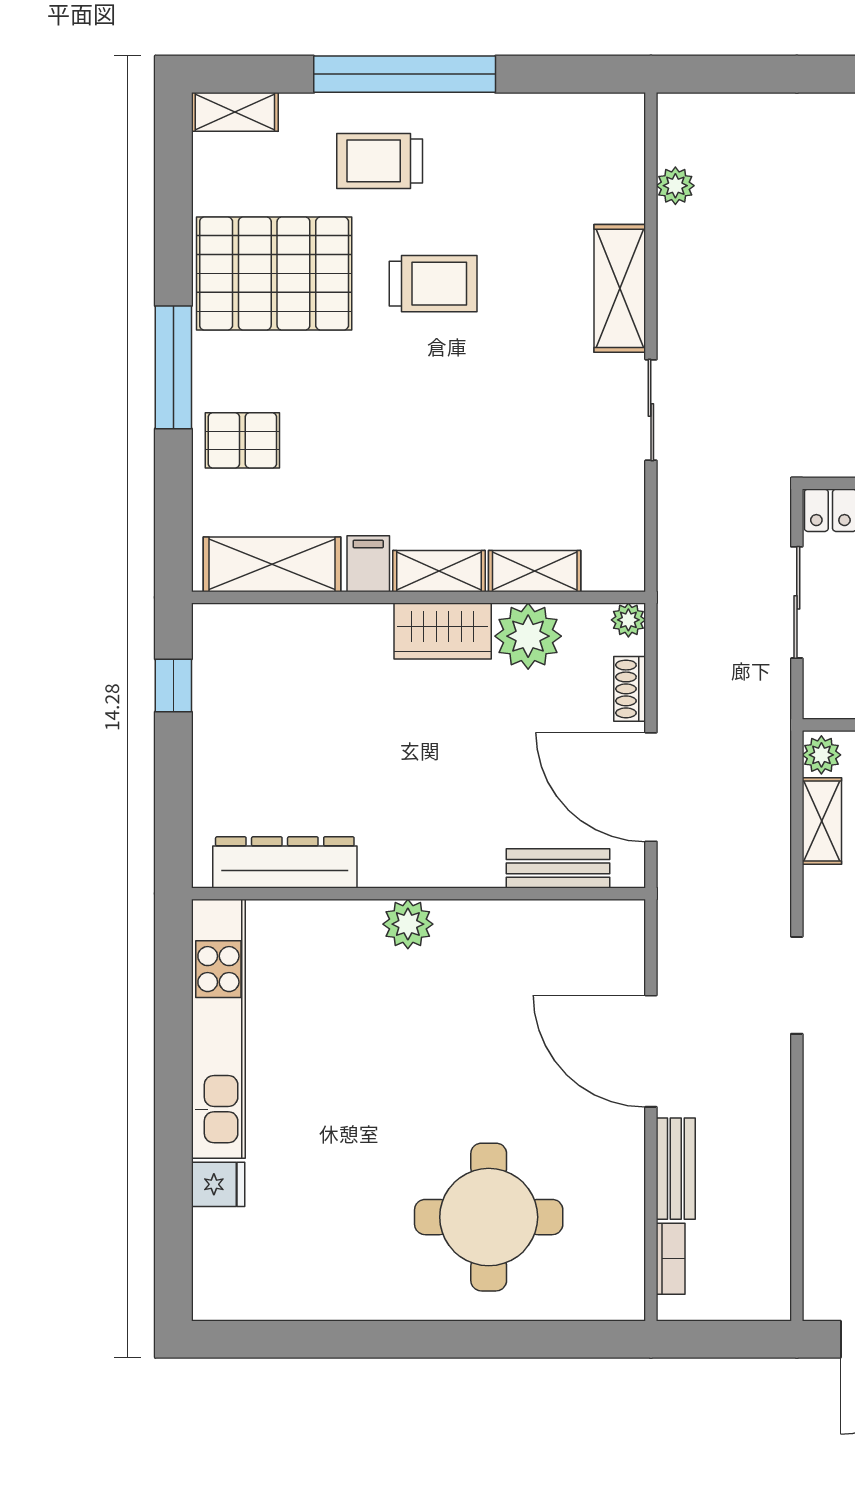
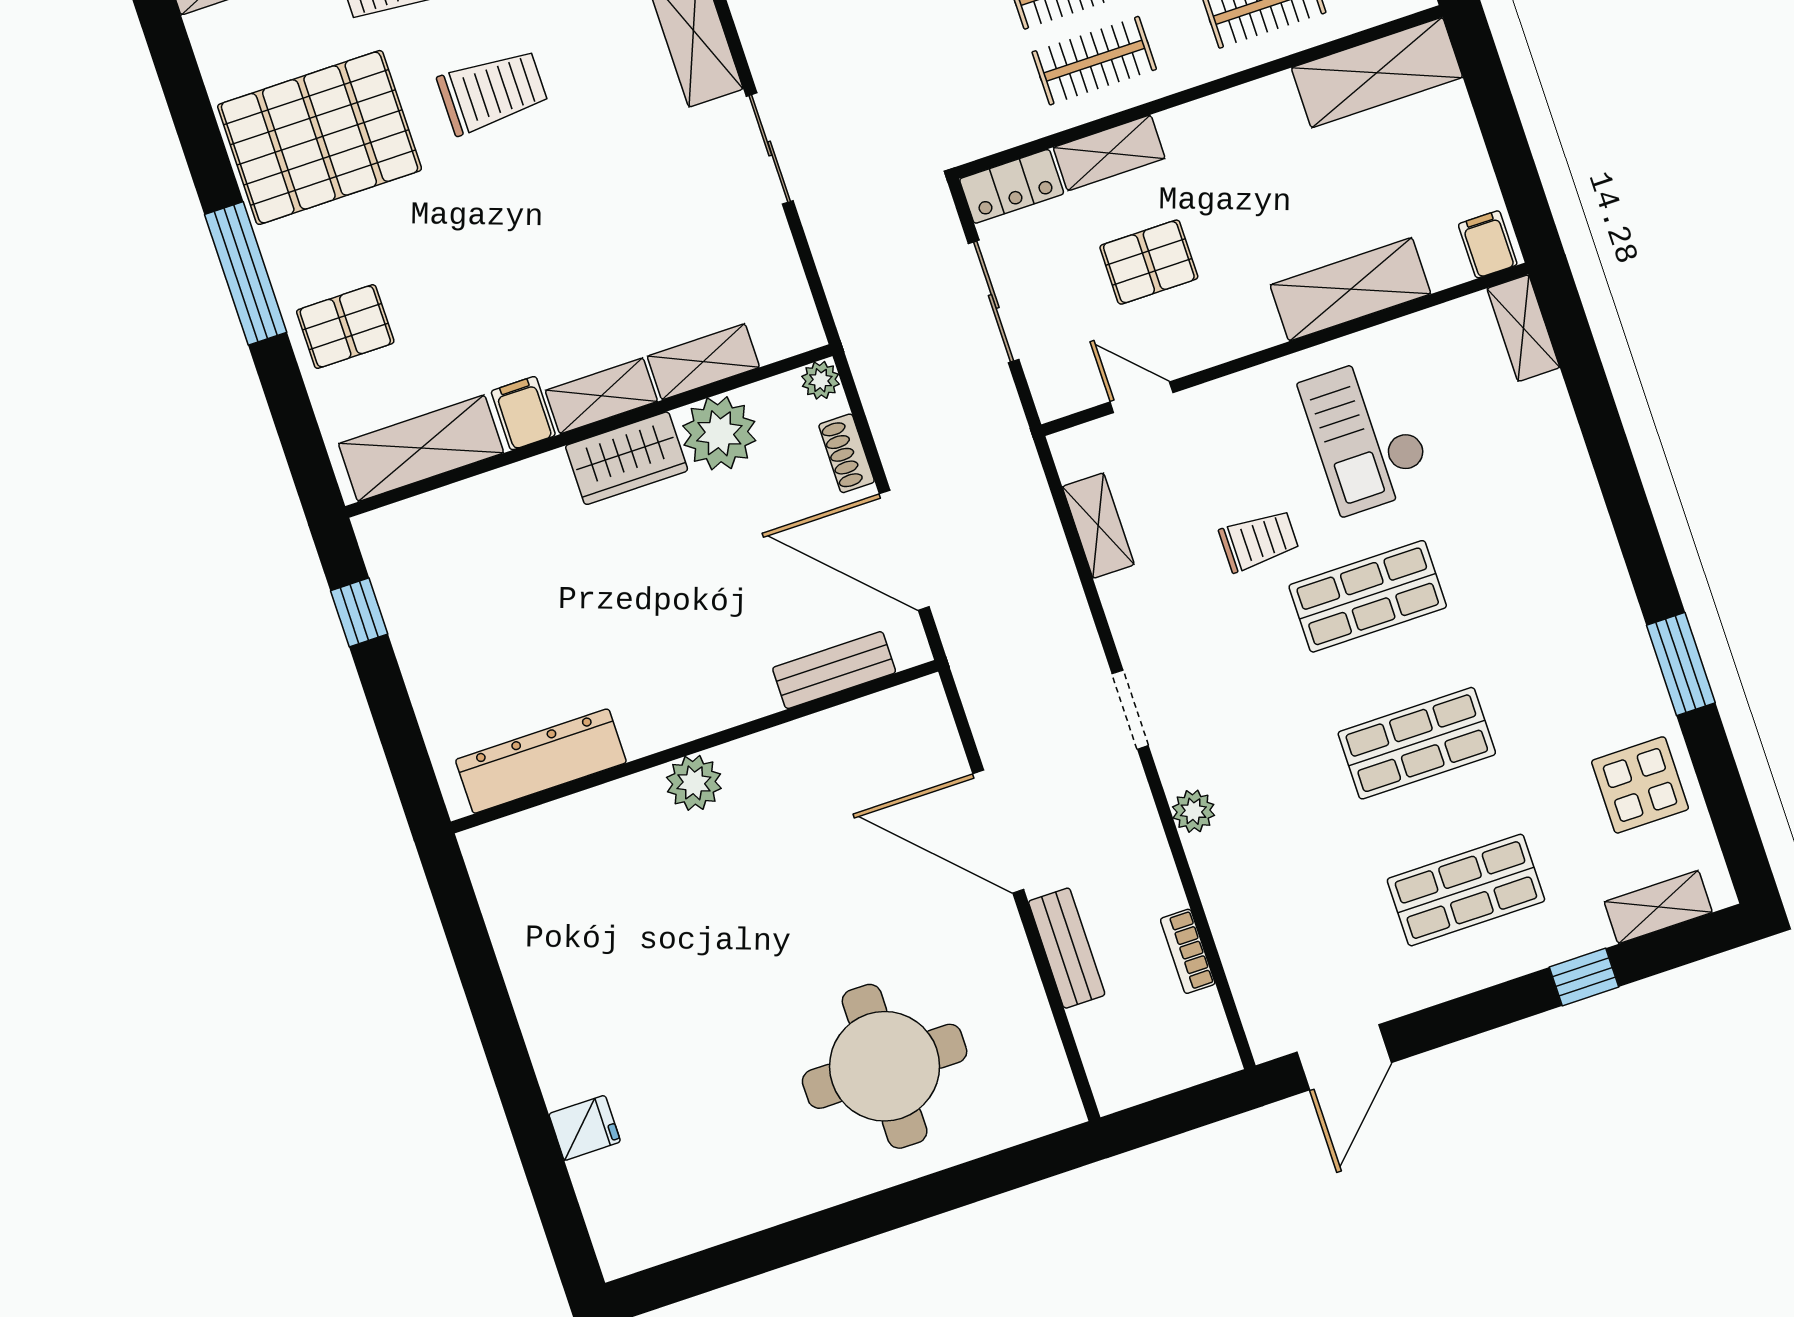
plant: (821, 755) -> (1193, 811), moved
doorway: (797, 985) -> (1130, 710), width x0.73
kitchen unit: (218, 1029) -> (529, 962), removed
bookcase: (671, 1259) -> (1188, 951), moved, turned 180

